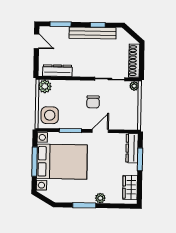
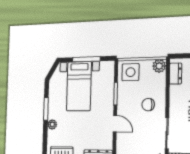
dresser: (57, 71) -> (175, 74), width x0.70
chair: (93, 102) -> (148, 105), moved
bed with nightstands: (62, 162) -> (79, 86), width x0.73

